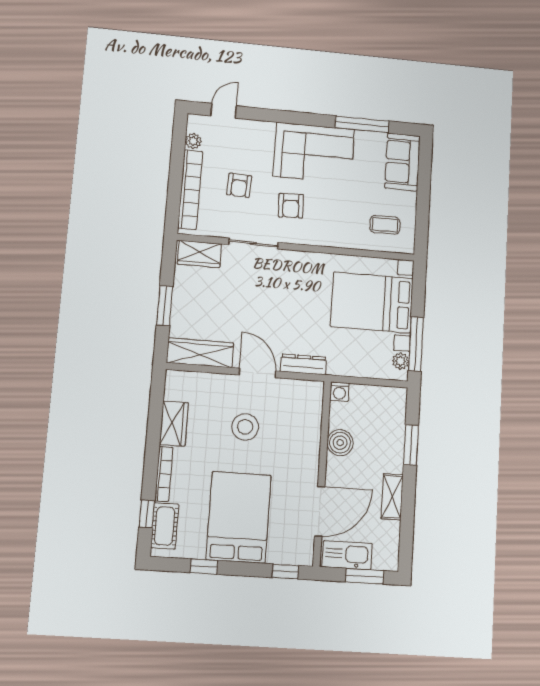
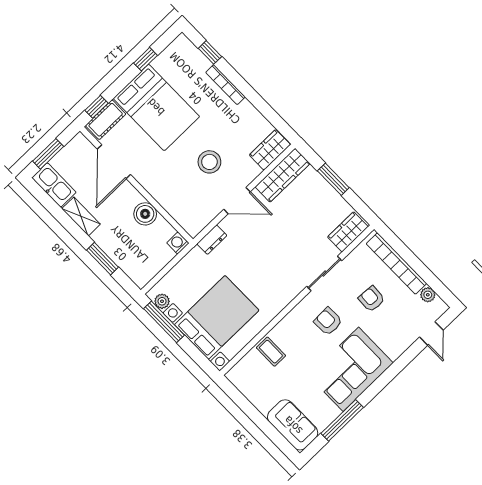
coffee table: (385, 225) -> (271, 352), moved, turned 90
dresser: (303, 364) -> (212, 240), width x0.70
wardrobe: (174, 423) -> (270, 150), moved, turned 90
cot: (165, 526) -> (106, 120), moved, turned 90
kitchen sink: (347, 555) -> (54, 185), moved, turned -90

